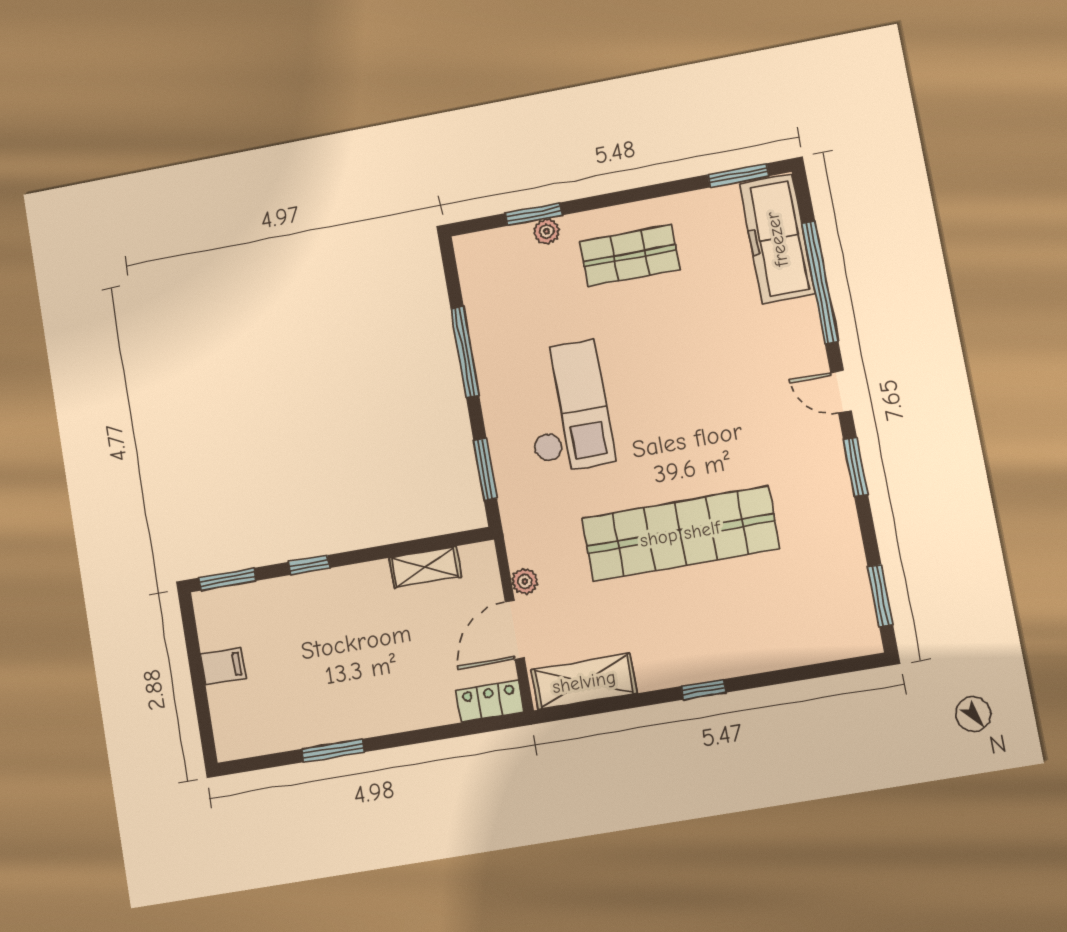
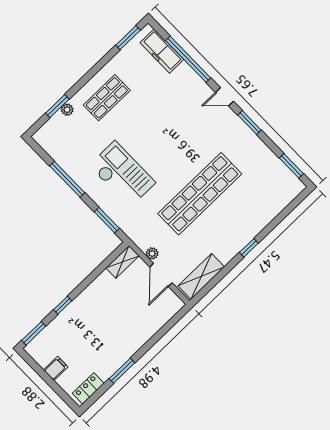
freezer: (777, 239) -> (162, 51), width x0.73, depth x0.79
shelving: (425, 567) -> (122, 262), moved
locker: (490, 701) -> (88, 388), moved

